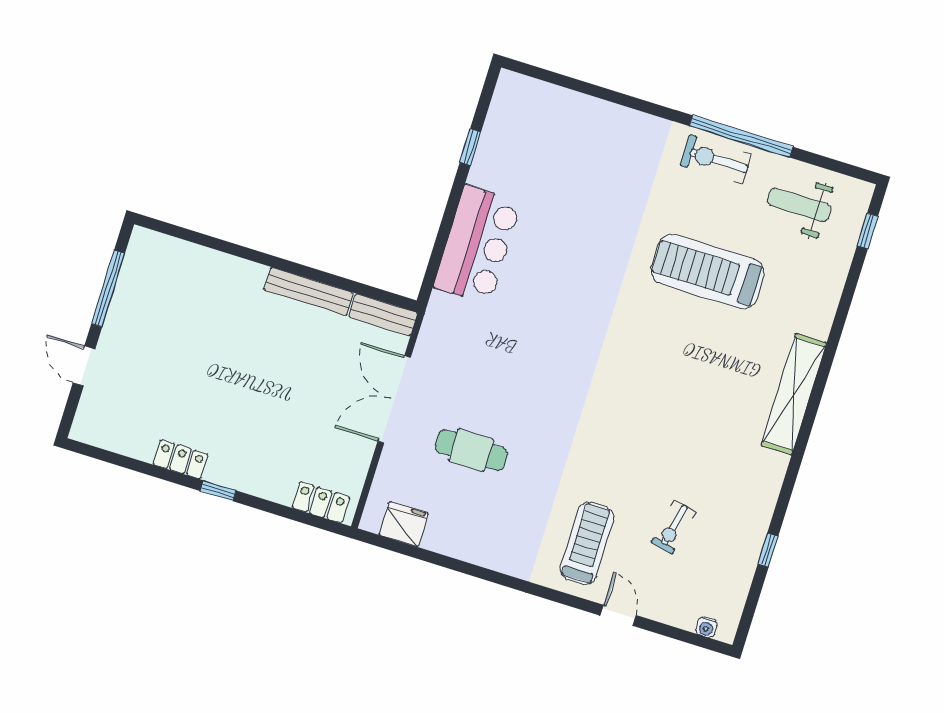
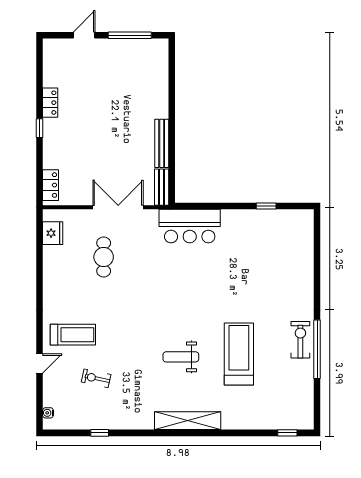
weight bench: (799, 205) -> (181, 357), moved, turned -90
bar counter: (477, 245) -> (190, 226), moved

